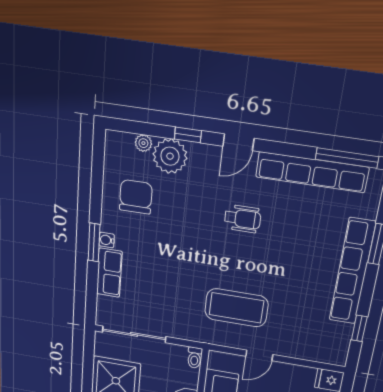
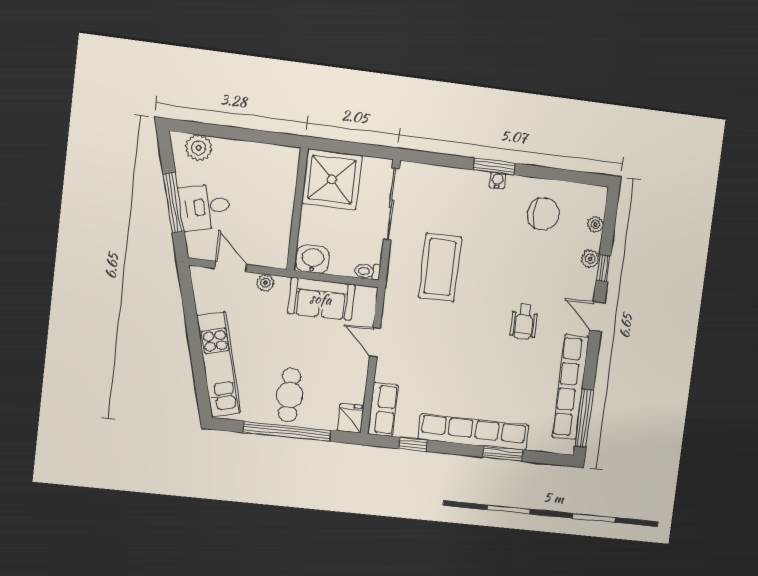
plant: (170, 156) -> (590, 259), width x0.53, depth x0.53
row of seats: (109, 273) -> (383, 410), moved, turned -90
coffee table: (236, 308) -> (440, 267), moved

